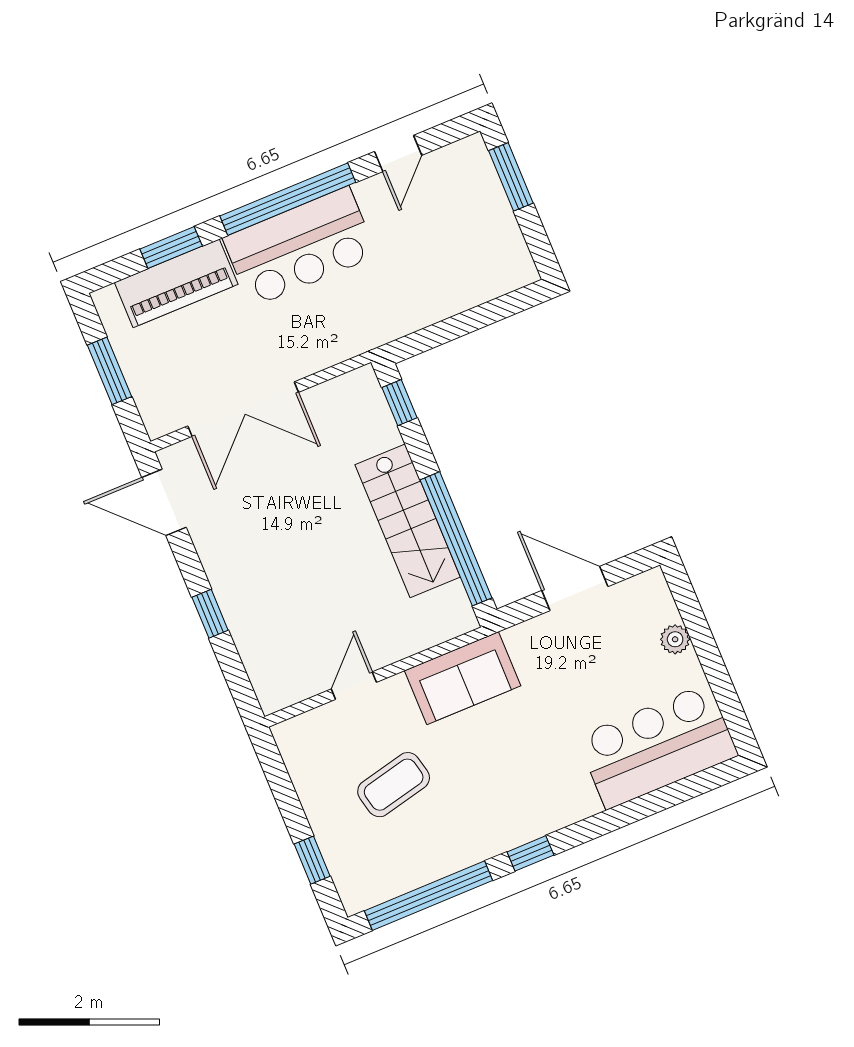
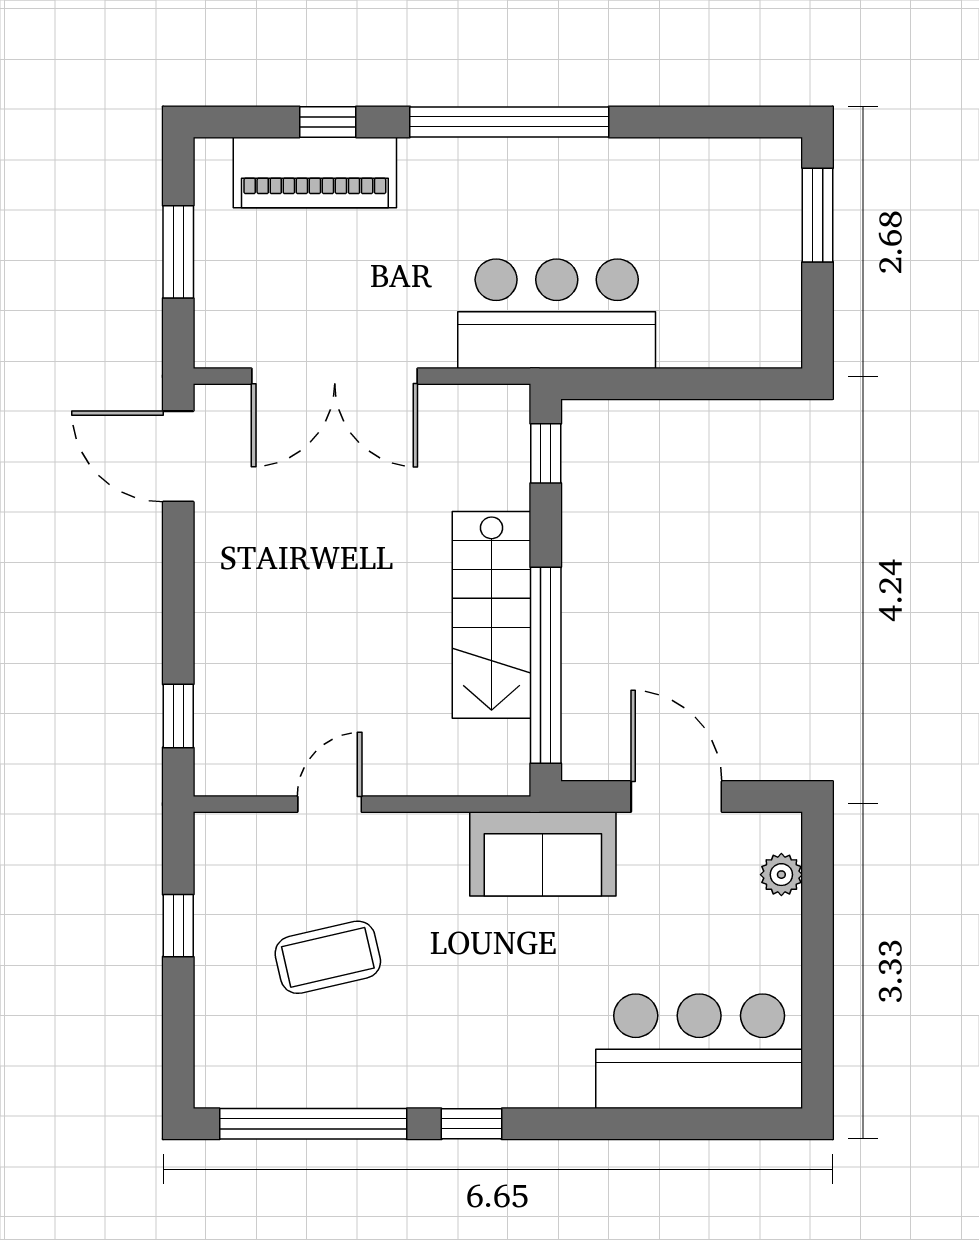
door: (398, 153) -> (681, 122), removed
window: (171, 247) -> (328, 122), width x0.67
bar counter: (300, 247) -> (557, 314), moved, turned 180
window: (210, 614) -> (178, 716), moved
plant: (675, 639) -> (781, 875), moved
sofa: (463, 678) -> (543, 854), moved
window: (312, 860) -> (178, 926), moved

